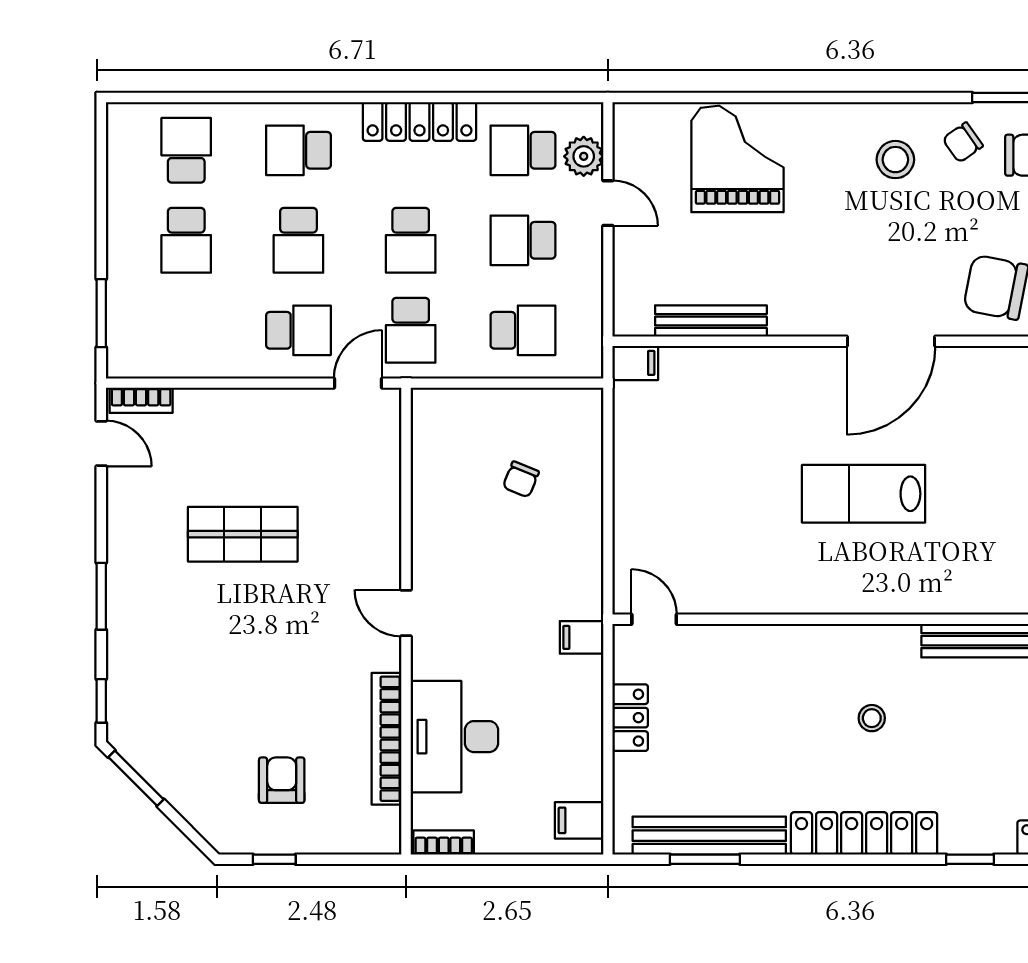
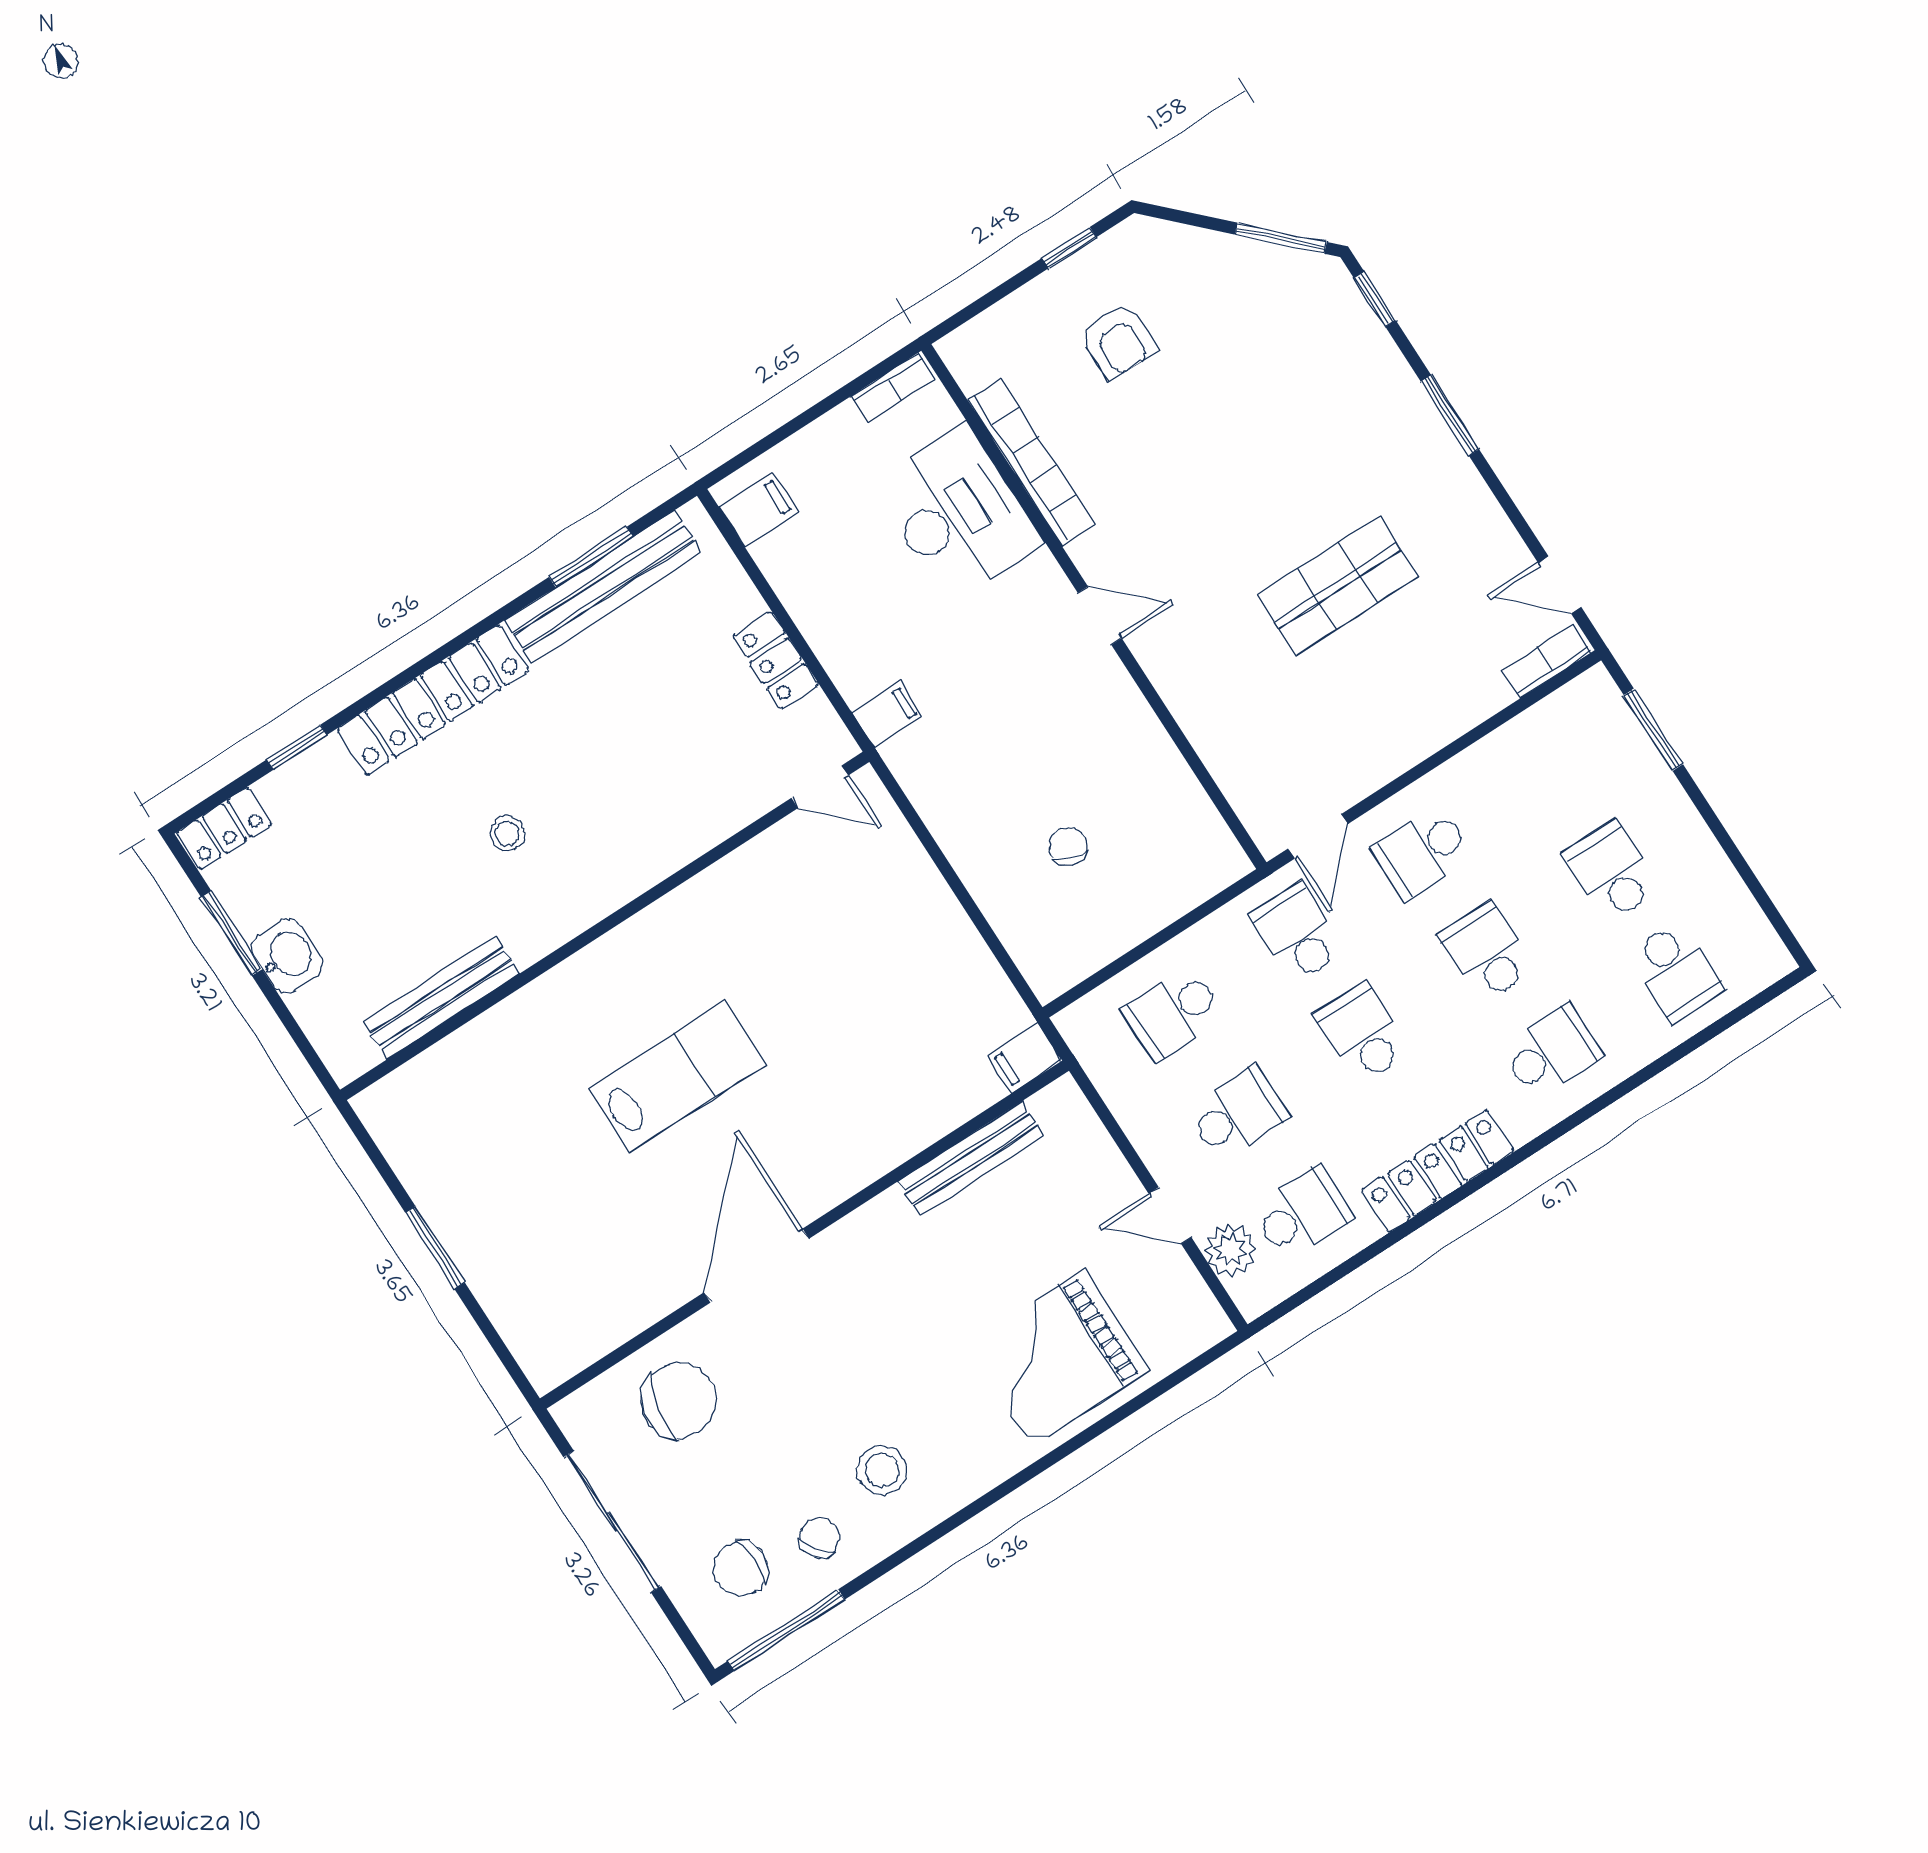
grand piano: (737, 159) -> (1058, 1358), turned 90

